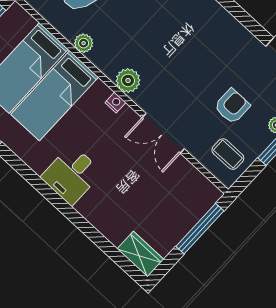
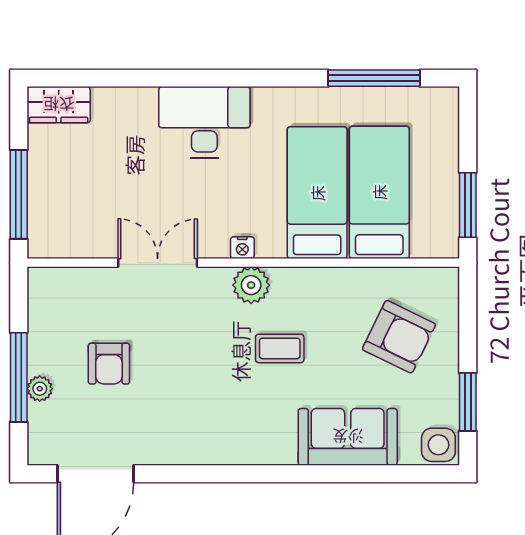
plant: (84, 43) -> (339, 281), removed
coffee table: (228, 154) -> (280, 348), moved
desk: (72, 175) -> (204, 122), width x1.37

